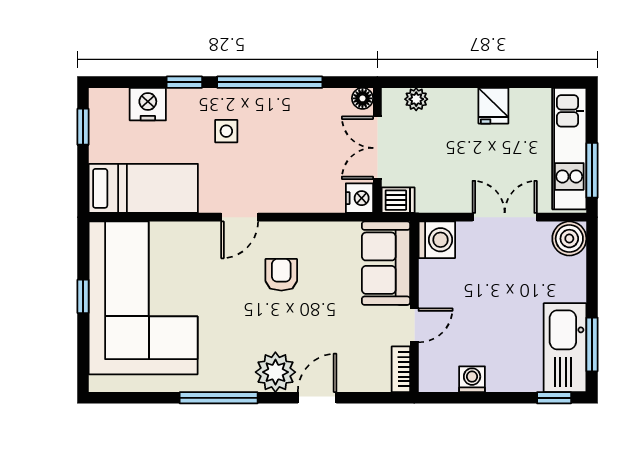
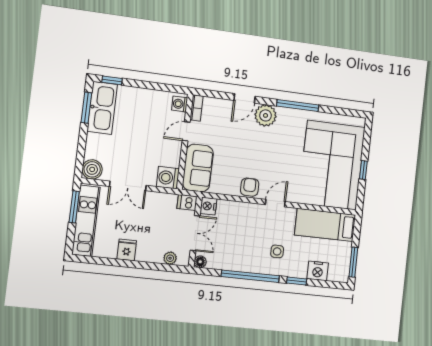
window: (83, 127) -> (353, 262), width x1.50
armchair: (281, 275) -> (250, 187), moved, turned 180
washing machine: (472, 379) -> (180, 104), moved, turned 90

